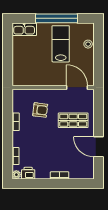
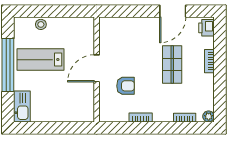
door: (77, 87) -> (97, 68), moved
armchair: (40, 110) -> (125, 86), turned 83
shop shelf: (73, 120) -> (172, 64), moved
printer: (28, 173) -> (207, 28), moved

